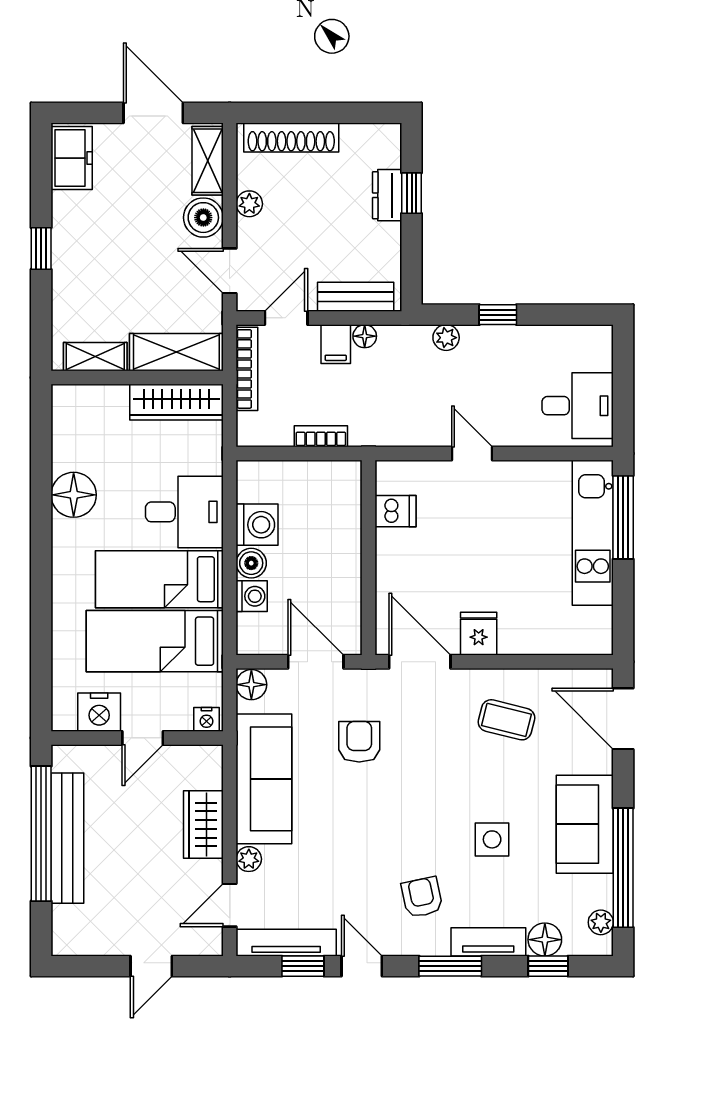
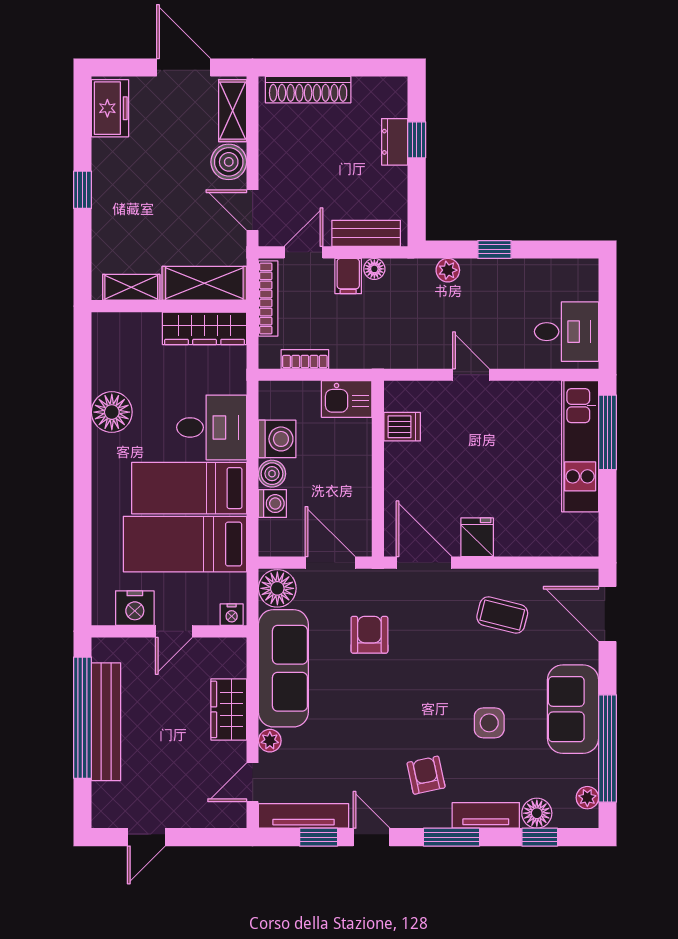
plant: (249, 204) -> (270, 150), removed
bookcase: (321, 436) -> (305, 359), moved
kitchen sink: (334, 480) -> (347, 399), added
floor lamp: (251, 685) -> (277, 588), width x1.38, depth x1.38
door: (151, 966) -> (146, 837), moved

